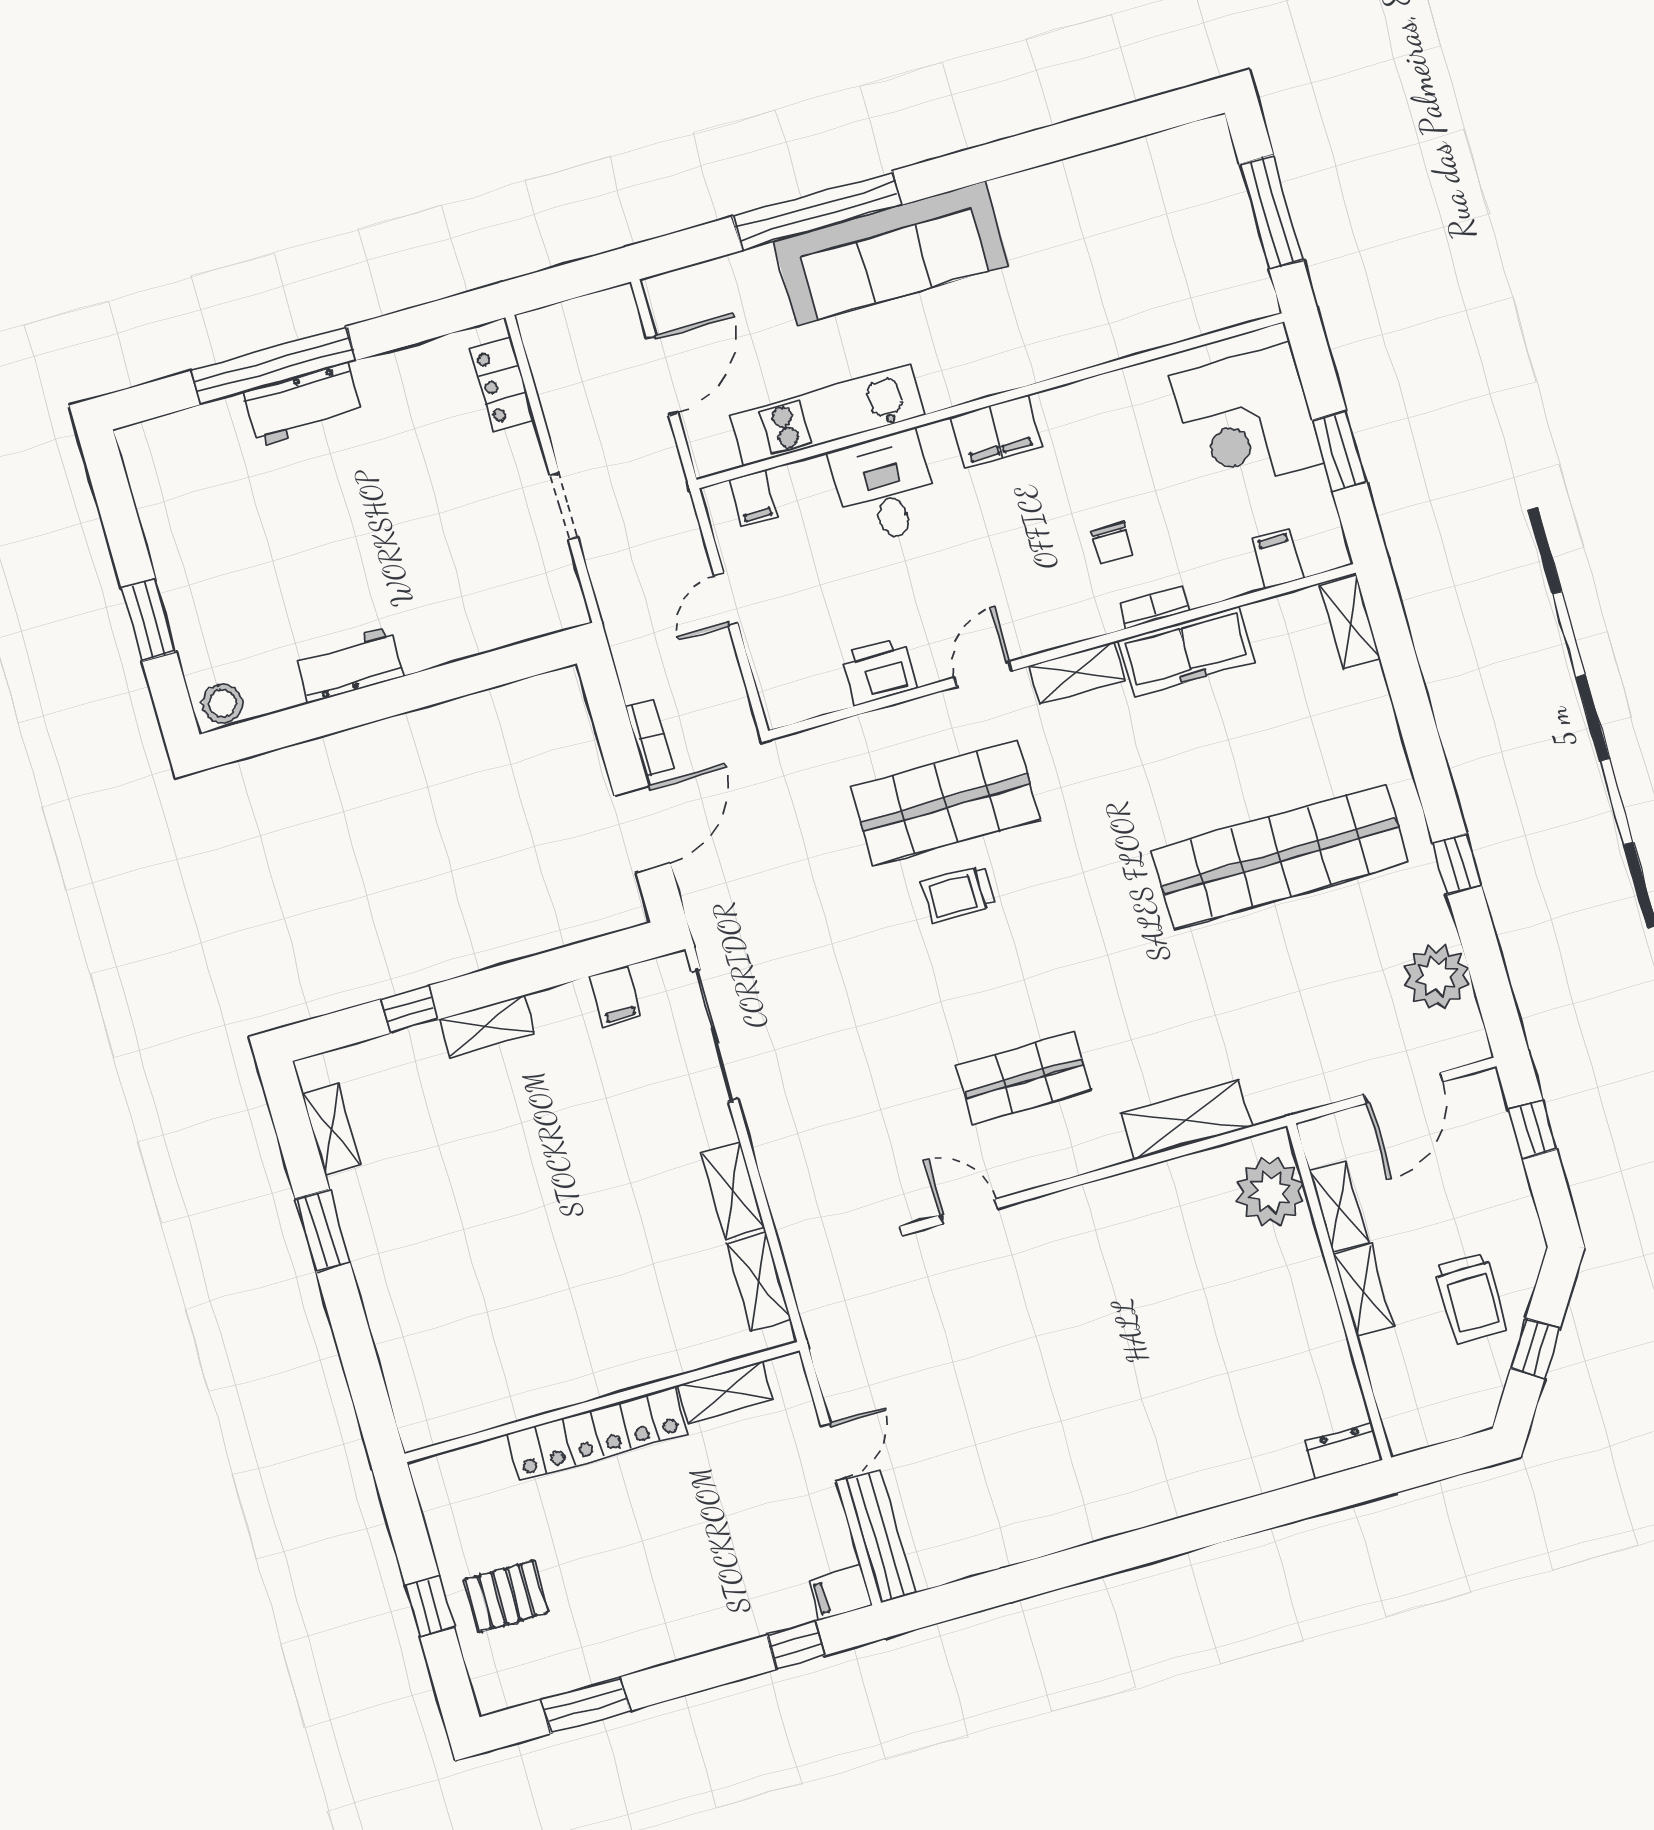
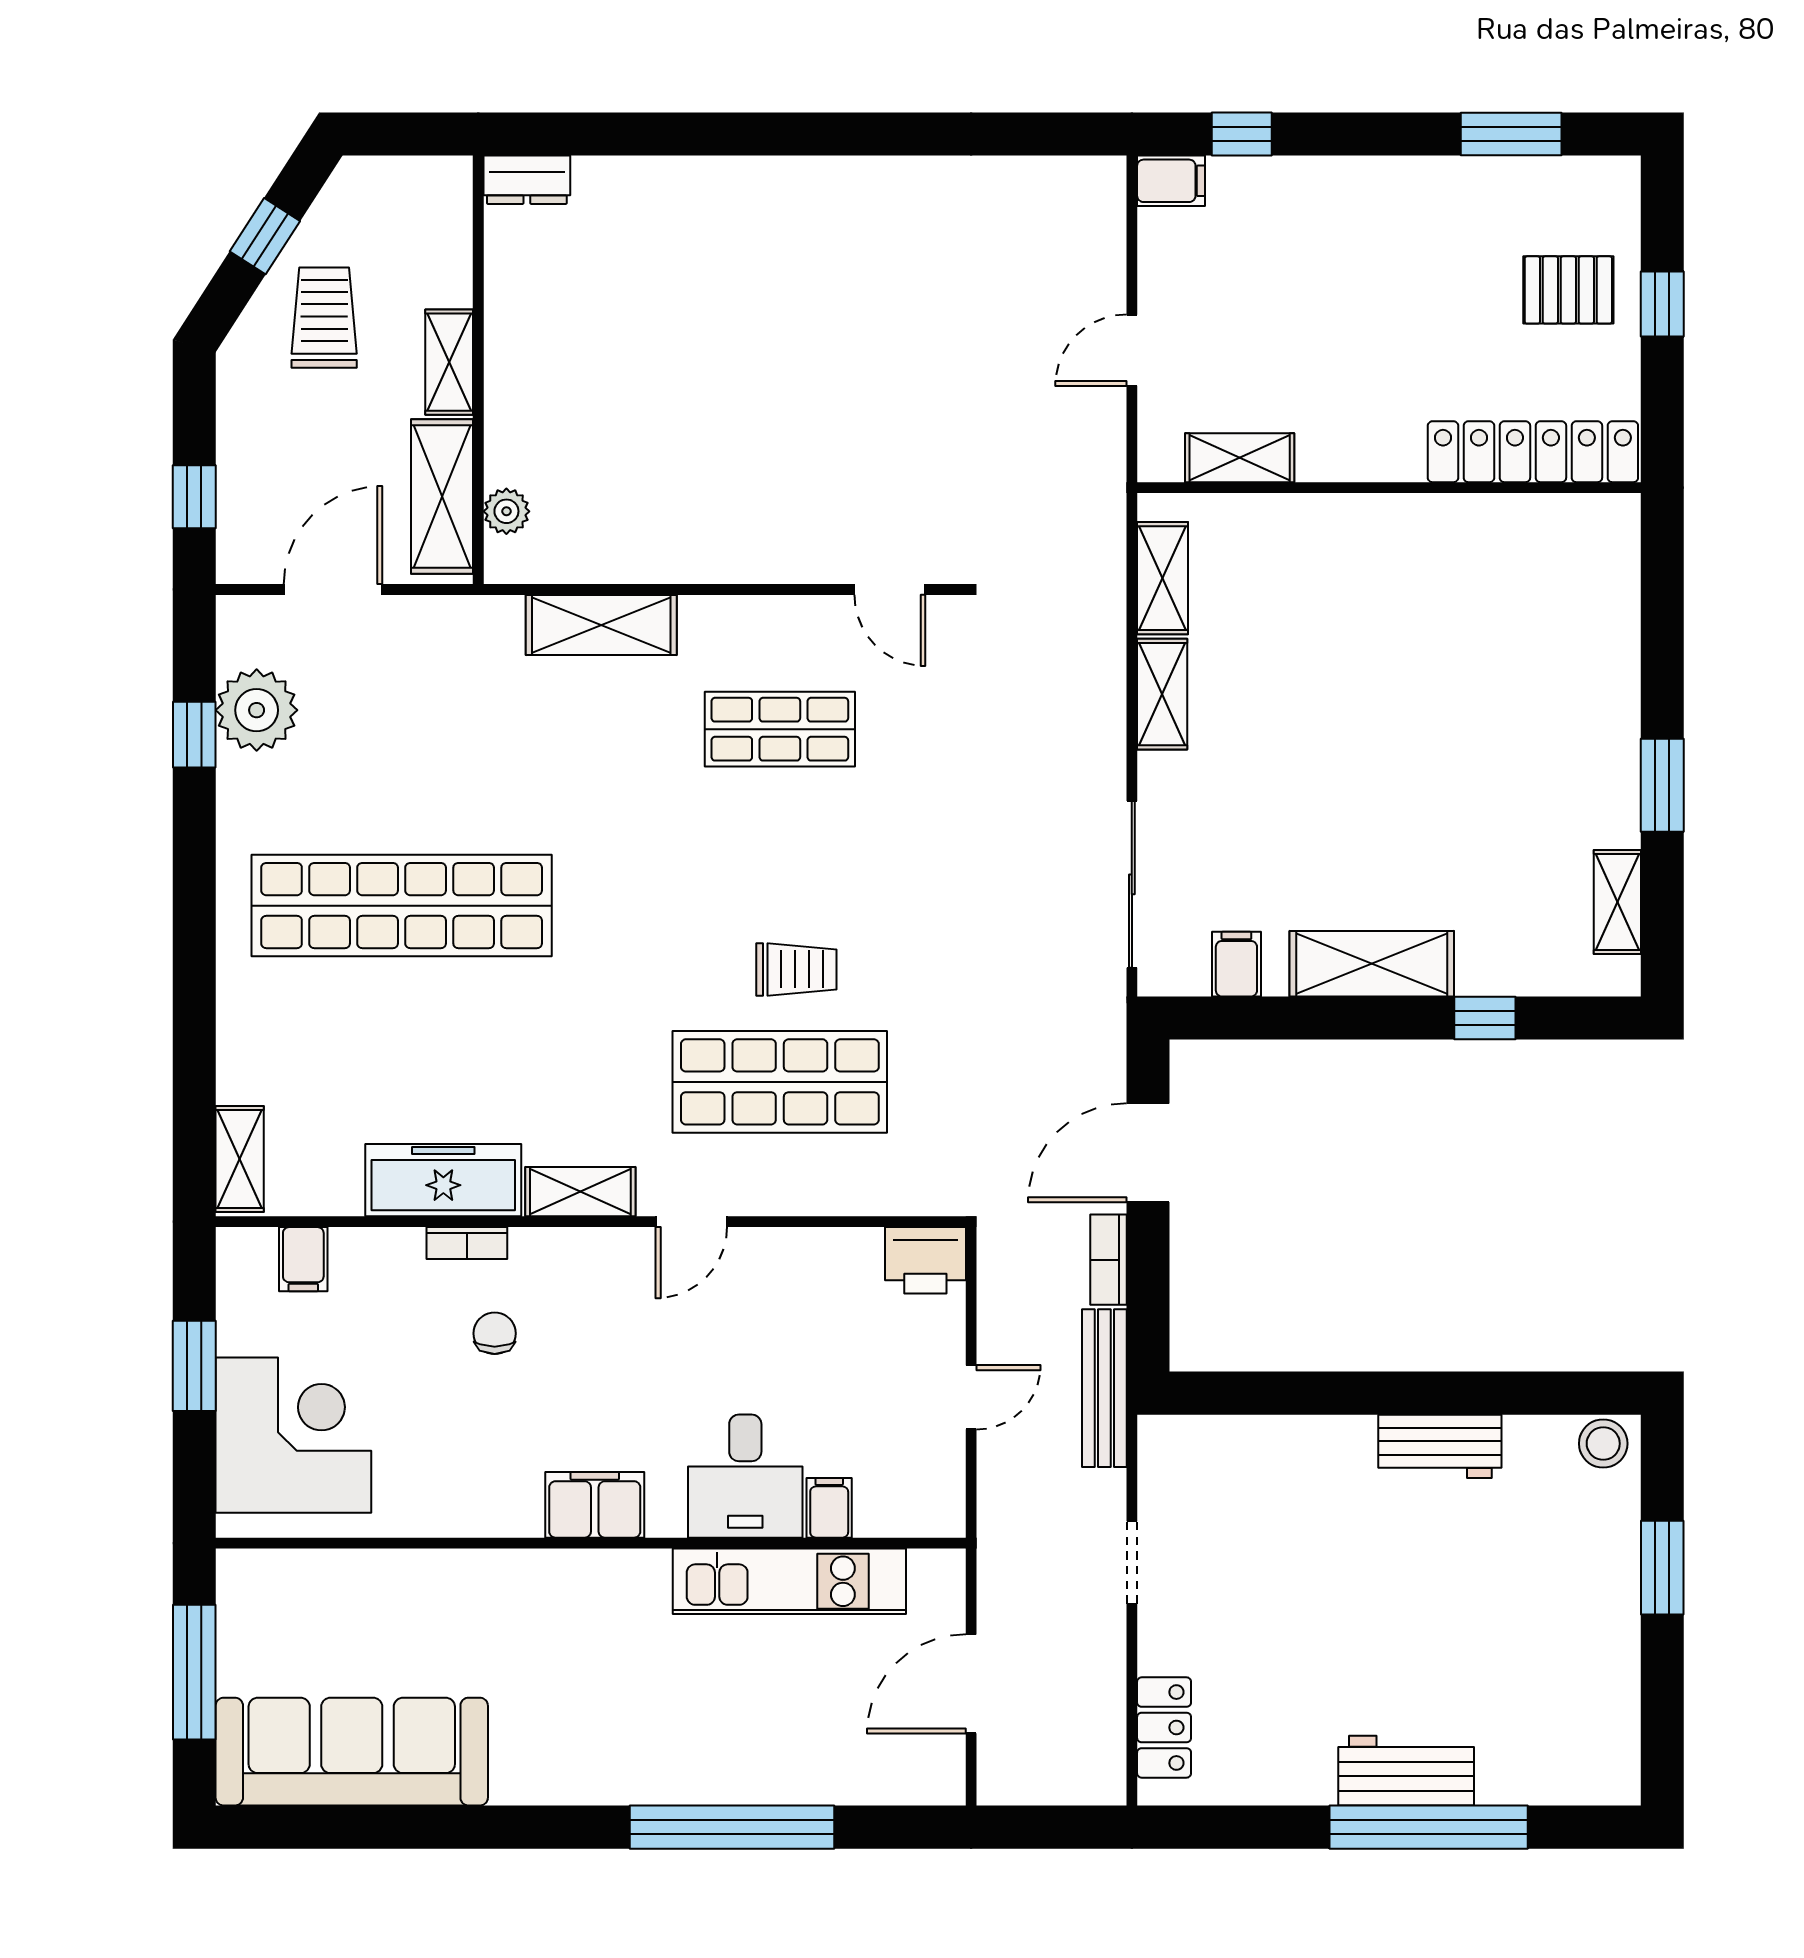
sofa: (891, 253) -> (352, 1752), moved
filing cabinet: (753, 498) -> (829, 1508), moved
printer: (879, 671) -> (925, 1260), moved
window: (1457, 864) -> (194, 735), moved
shelving: (486, 1026) -> (1372, 964), width x1.50, depth x1.33
plant: (1270, 1192) -> (506, 511), width x0.53, depth x0.53
shelving: (1339, 1206) -> (442, 497), width x1.50, depth x1.33
locker: (597, 1434) -> (1533, 452), moved
bench: (881, 1536) -> (1104, 1388), moved

